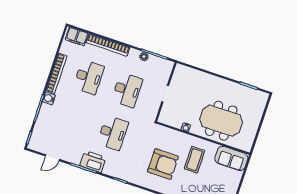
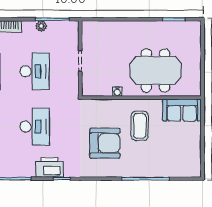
printer: (93, 162) -> (49, 167), moved

